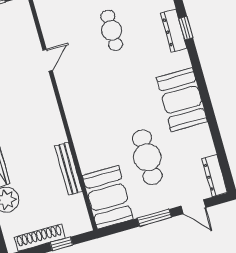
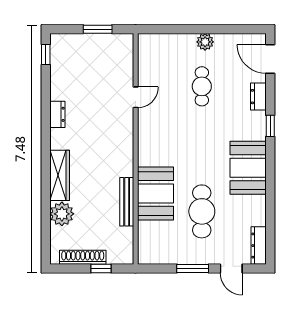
window: (186, 28) -> (270, 126), moved
dresser: (174, 31) -> (258, 97), width x0.70
booth: (108, 197) -> (155, 193), moved

